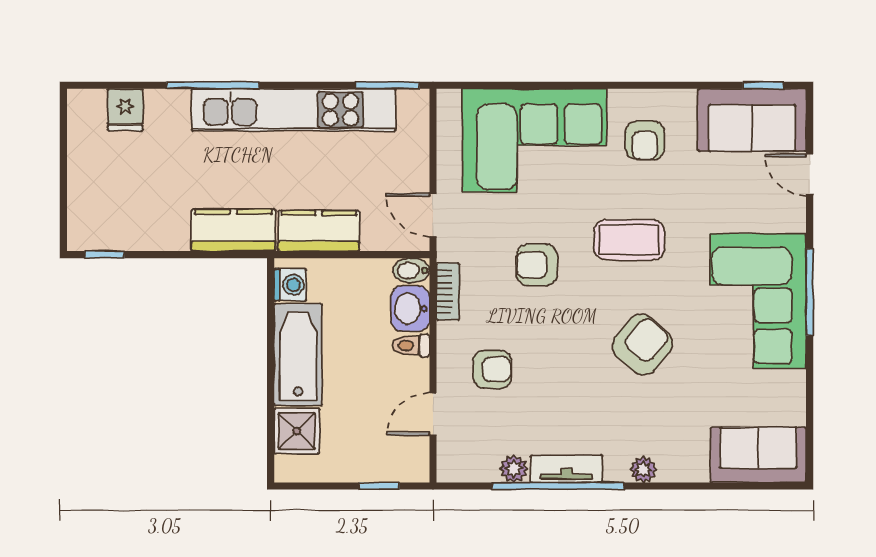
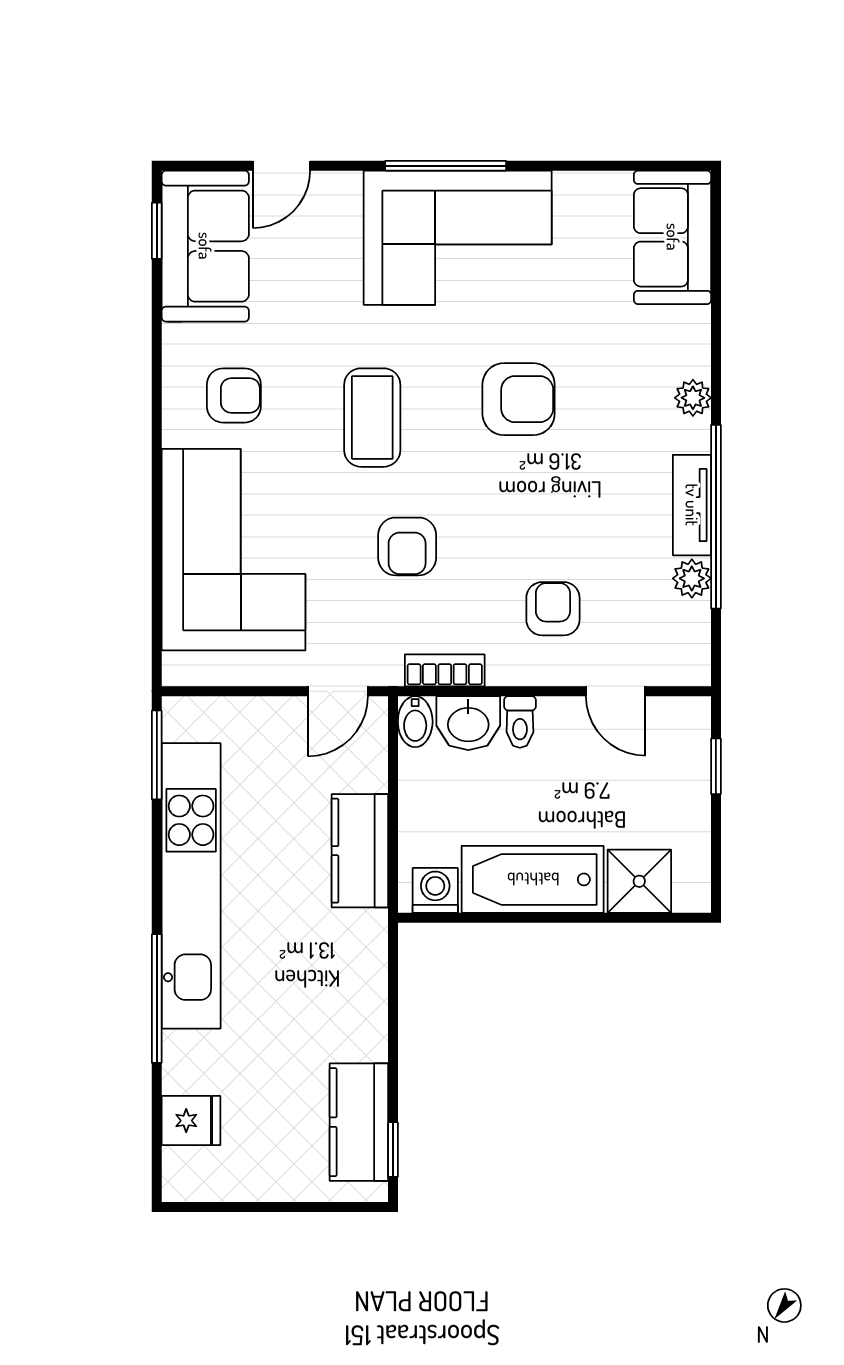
kitchen counter: (233, 230) -> (359, 1122), moved
armchair: (642, 345) -> (519, 399), turned 139

